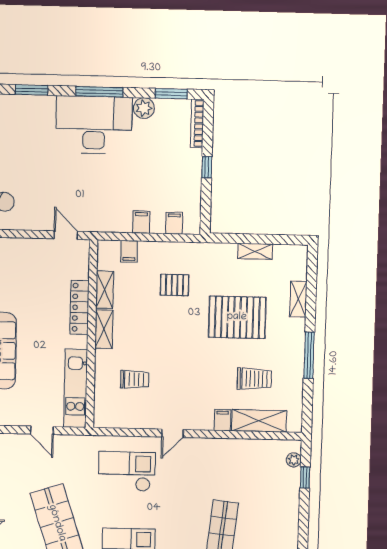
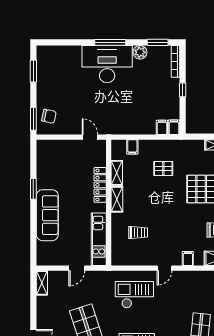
window: (32, 90) -> (65, 42), removed
filing cabinet: (141, 222) -> (174, 127), moved
filing cabinet: (222, 420) -> (188, 258), moved
door: (42, 430) -> (77, 268), hinge flipped

